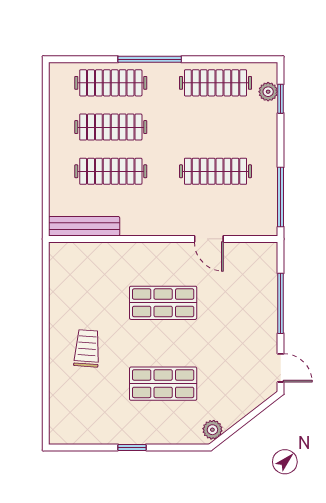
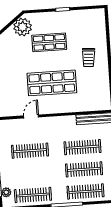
door: (209, 239) -> (31, 116), hinge flipped
shop shelf: (163, 303) -> (52, 83), width x1.43, depth x1.36
plant: (212, 430) -> (23, 27), width x1.87, depth x1.87

